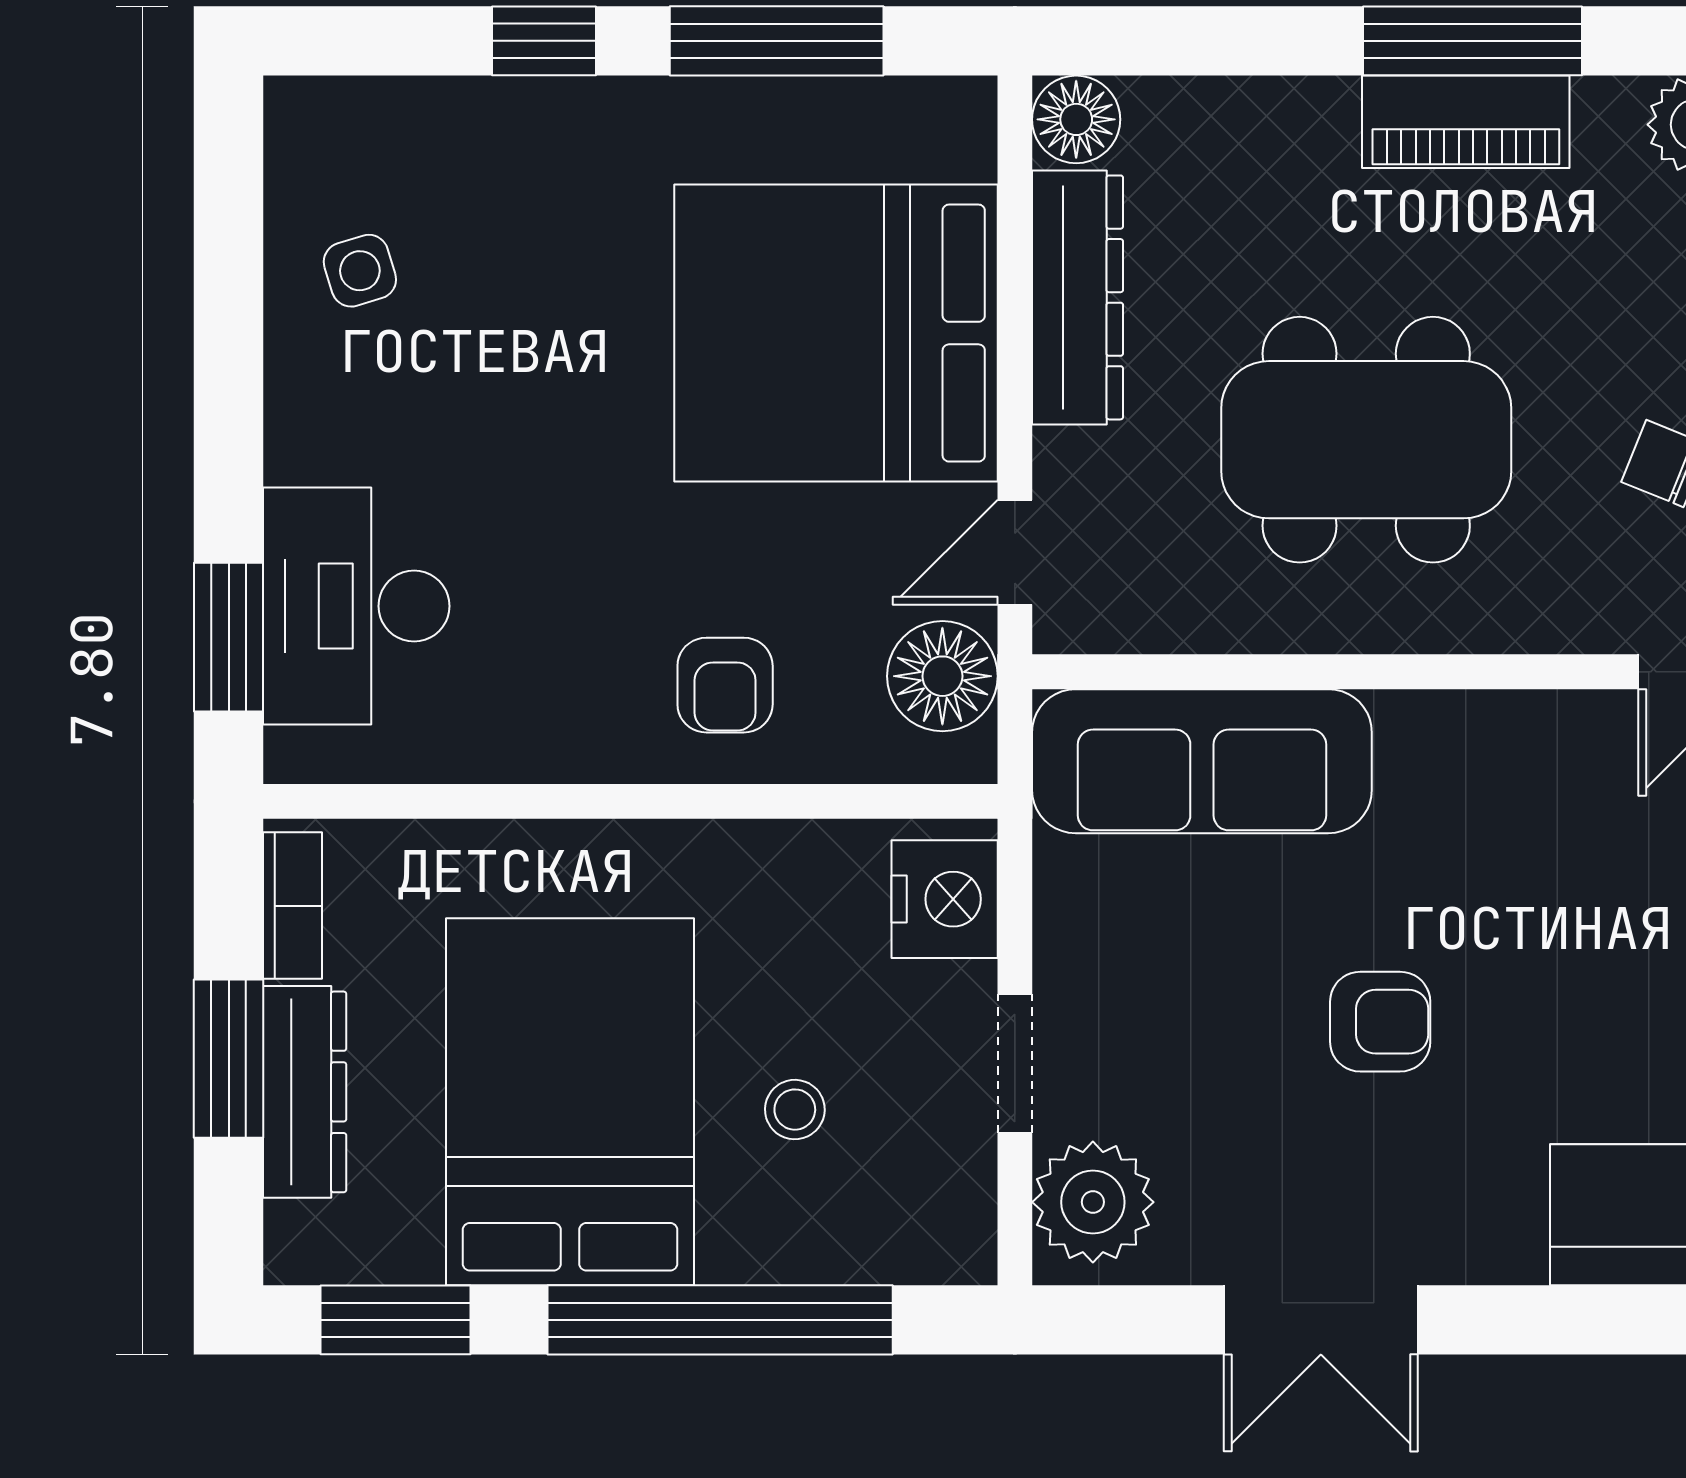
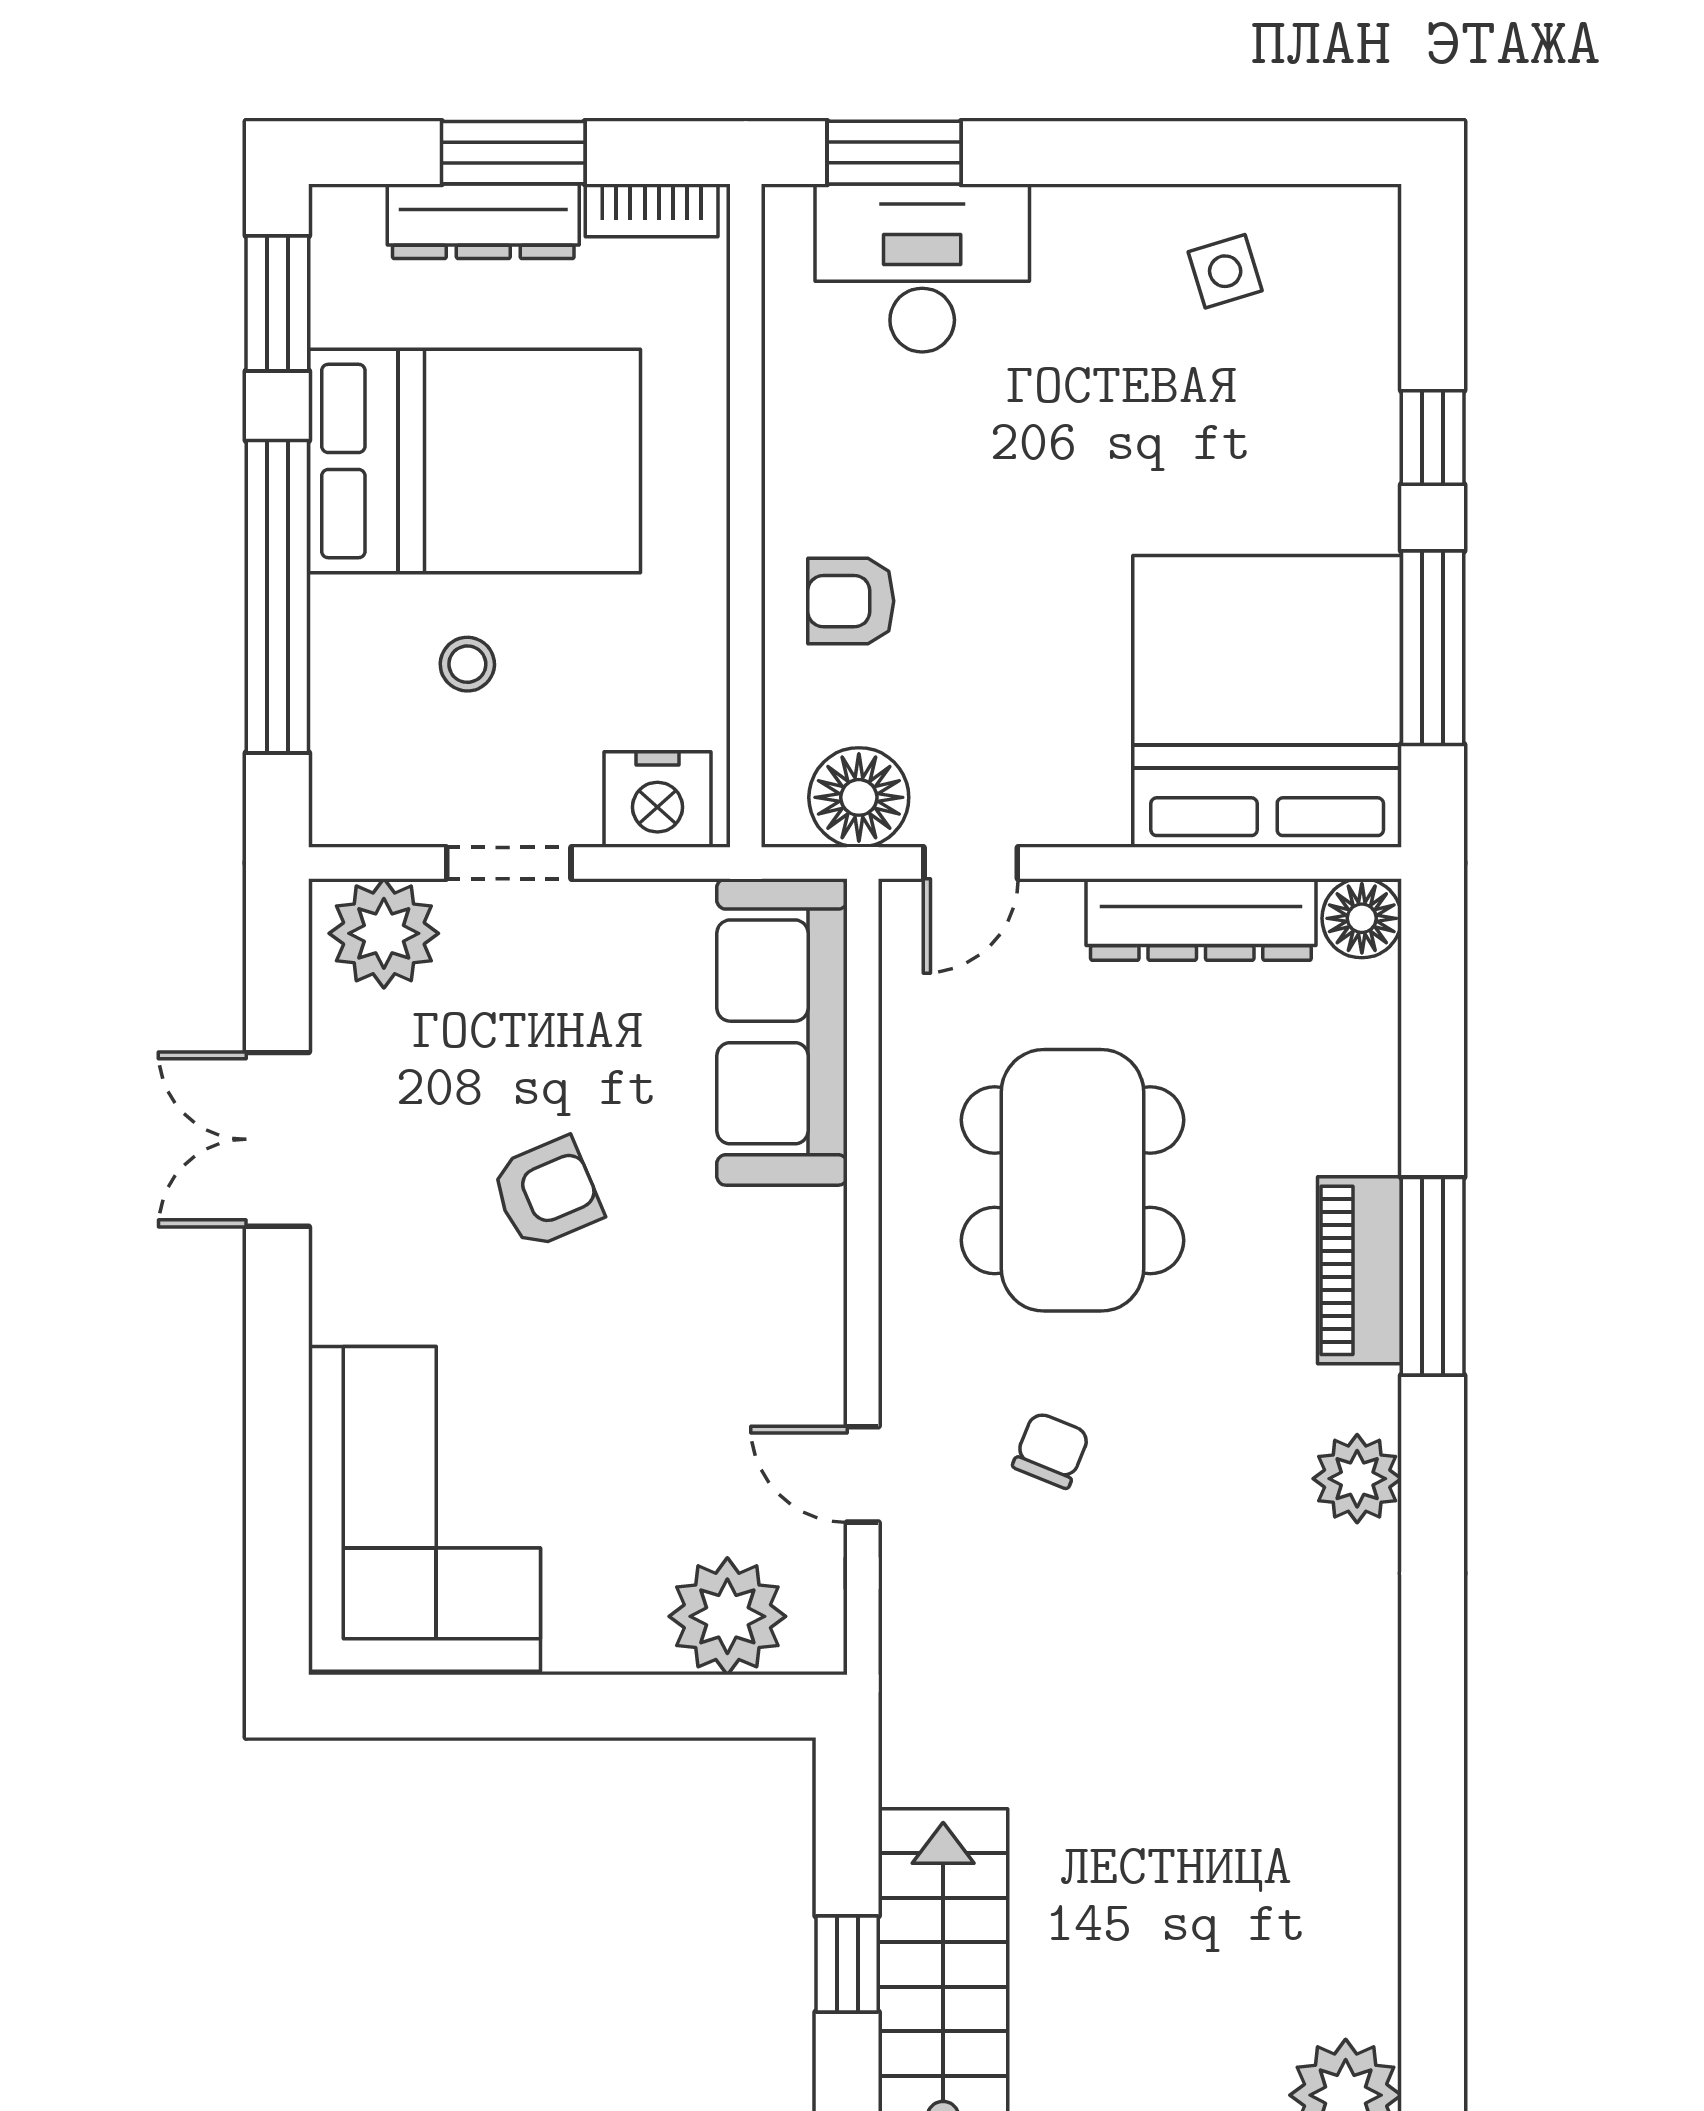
bed: (836, 333) -> (1267, 701), moved
door: (1015, 552) -> (971, 863), swing flipped
armchair: (1380, 1022) -> (547, 1193), turned -113

